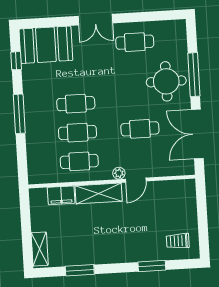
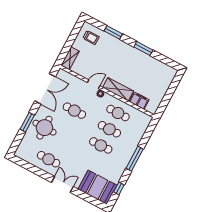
window: (194, 75) -> (27, 122), width x0.69
shelving: (40, 249) -> (70, 58), moved
window: (80, 270) -> (143, 48), moved

